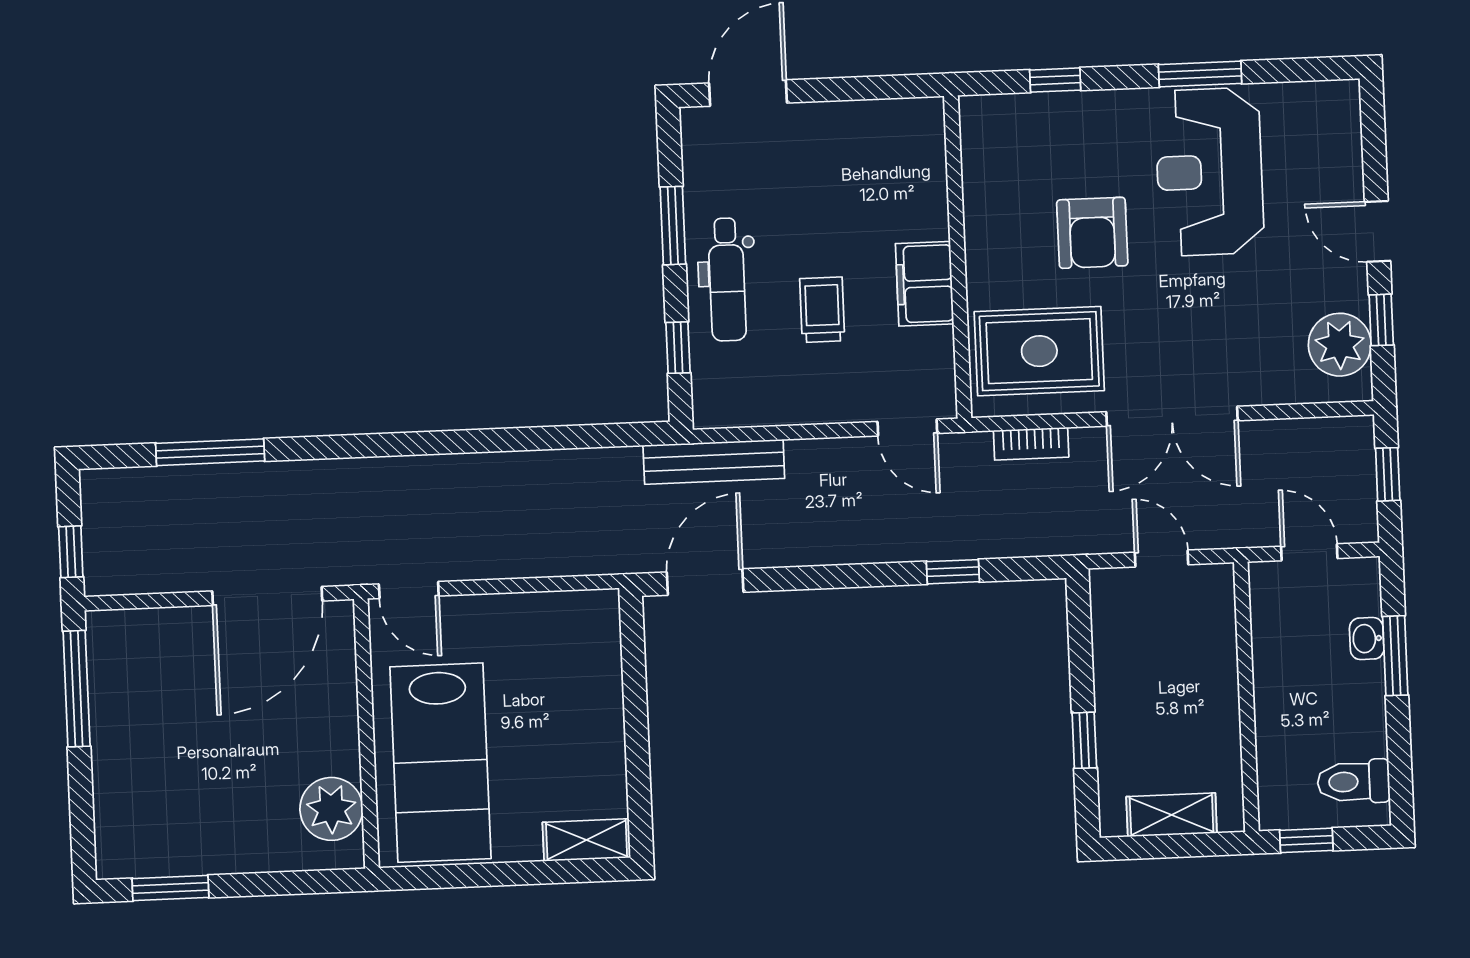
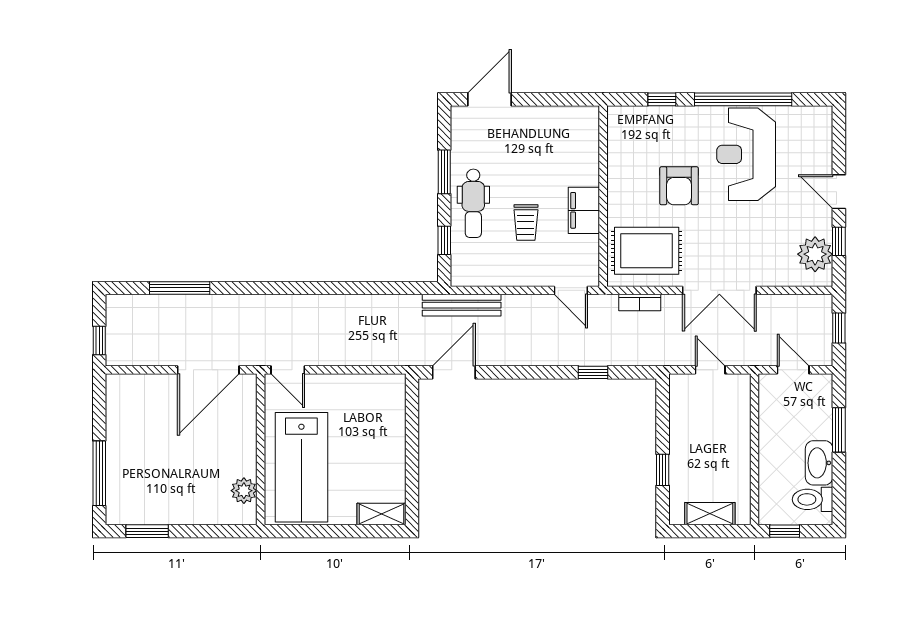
window: (1200, 74) -> (743, 99), width x2.11
trolley: (822, 310) -> (526, 222), turned 180
washbasin: (1367, 639) -> (819, 463), moved, width x1.91, depth x1.45
window: (77, 689) -> (99, 473), moved
plant: (331, 809) -> (244, 491), width x0.73, depth x0.73

